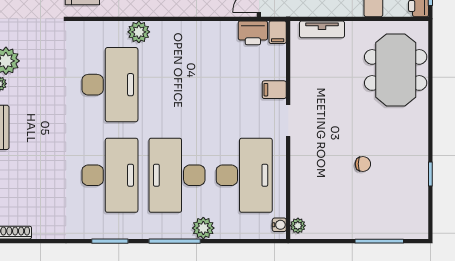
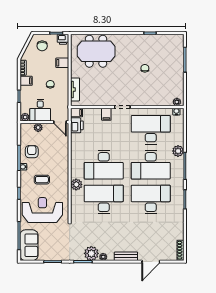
desk: (177, 85) -> (104, 165), added

